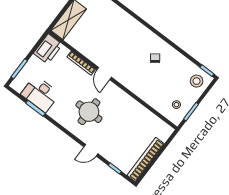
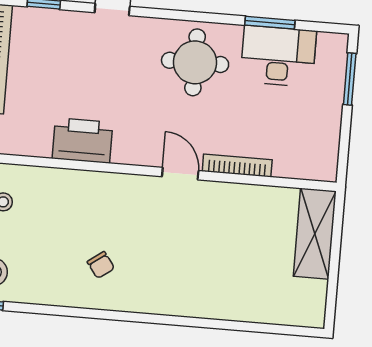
printer: (48, 49) -> (83, 141), moved, turned 90
round table: (89, 112) -> (195, 62), moved

